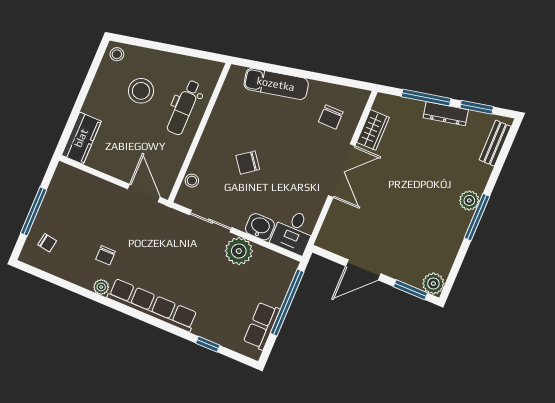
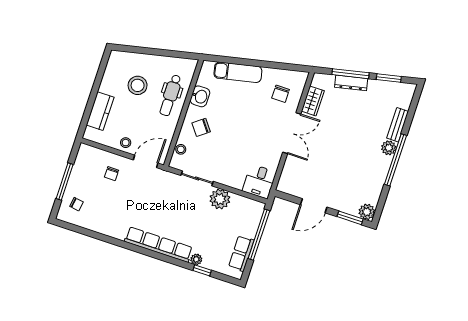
stool: (117, 54) -> (126, 143), moved
dresser: (446, 114) -> (351, 83), moved
kitchen counter: (81, 138) -> (100, 111), moved
bench: (495, 143) -> (398, 125), moved
chair: (248, 163) -> (201, 127), moved
door: (144, 193) -> (146, 161), hinge flipped
window: (477, 217) -> (396, 160), width x1.46
washbasin: (260, 227) -> (200, 96), moved, turned 90
chair: (106, 255) -> (112, 174), moved
plant: (101, 287) -> (196, 259), moved

